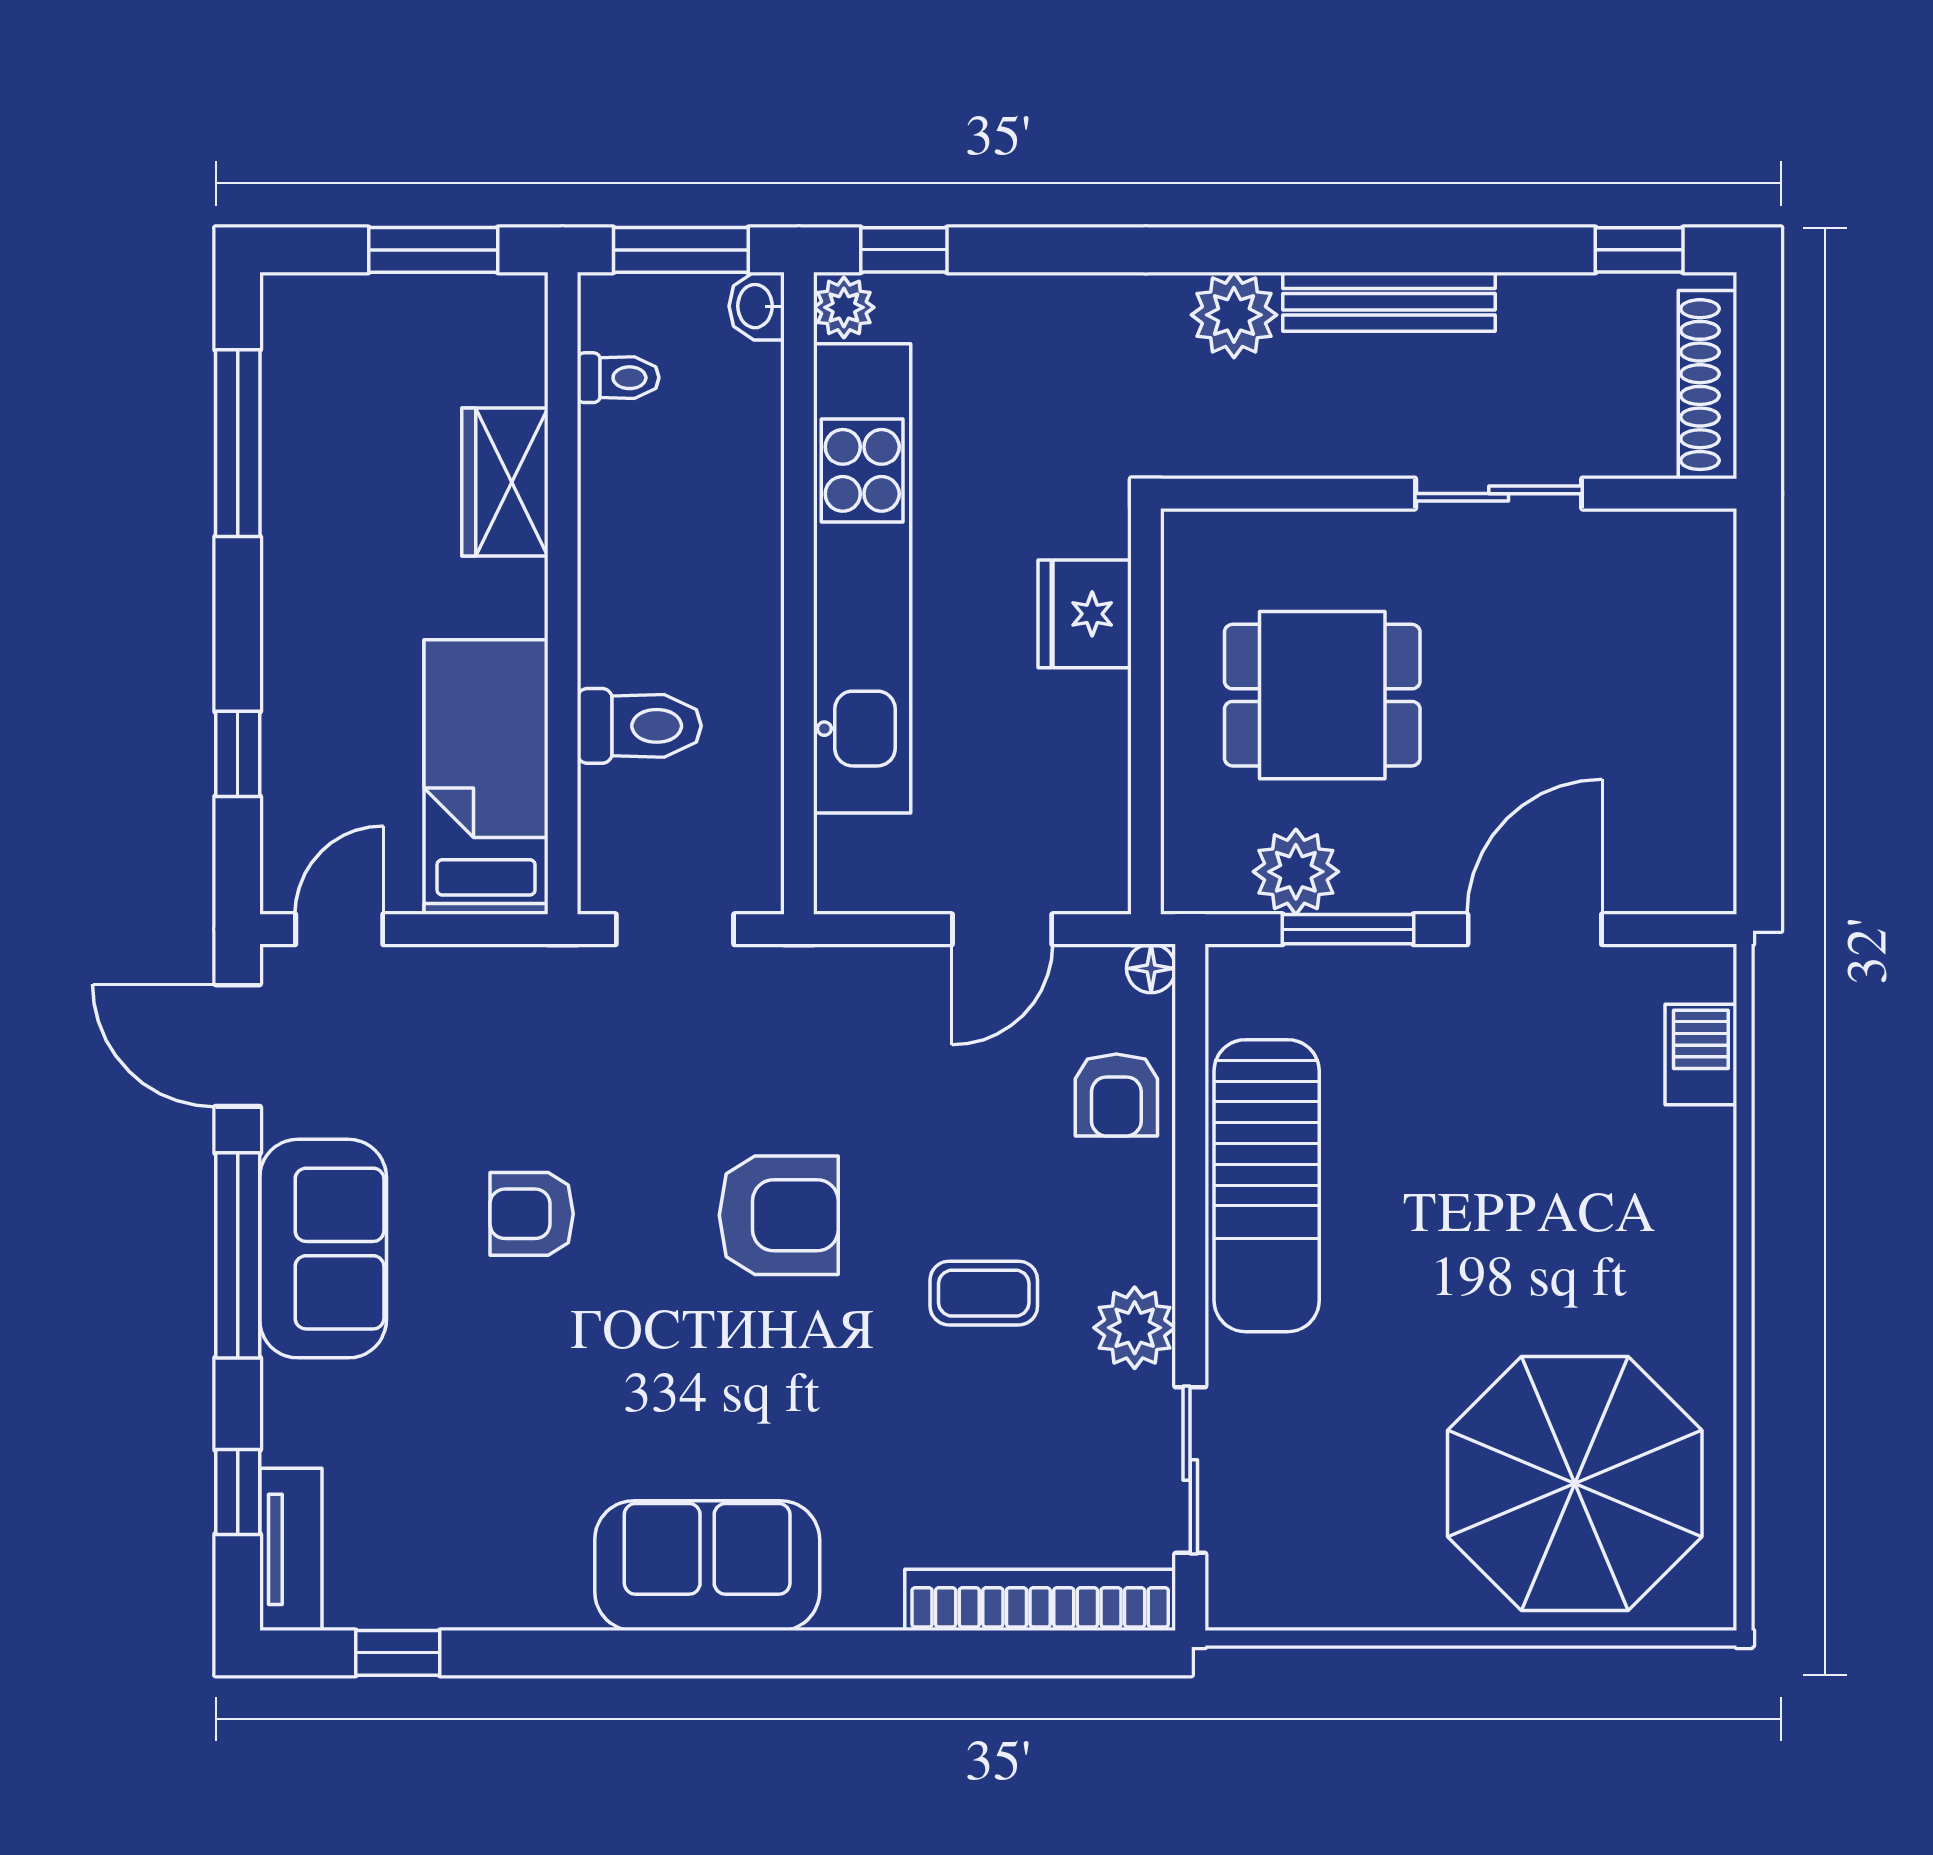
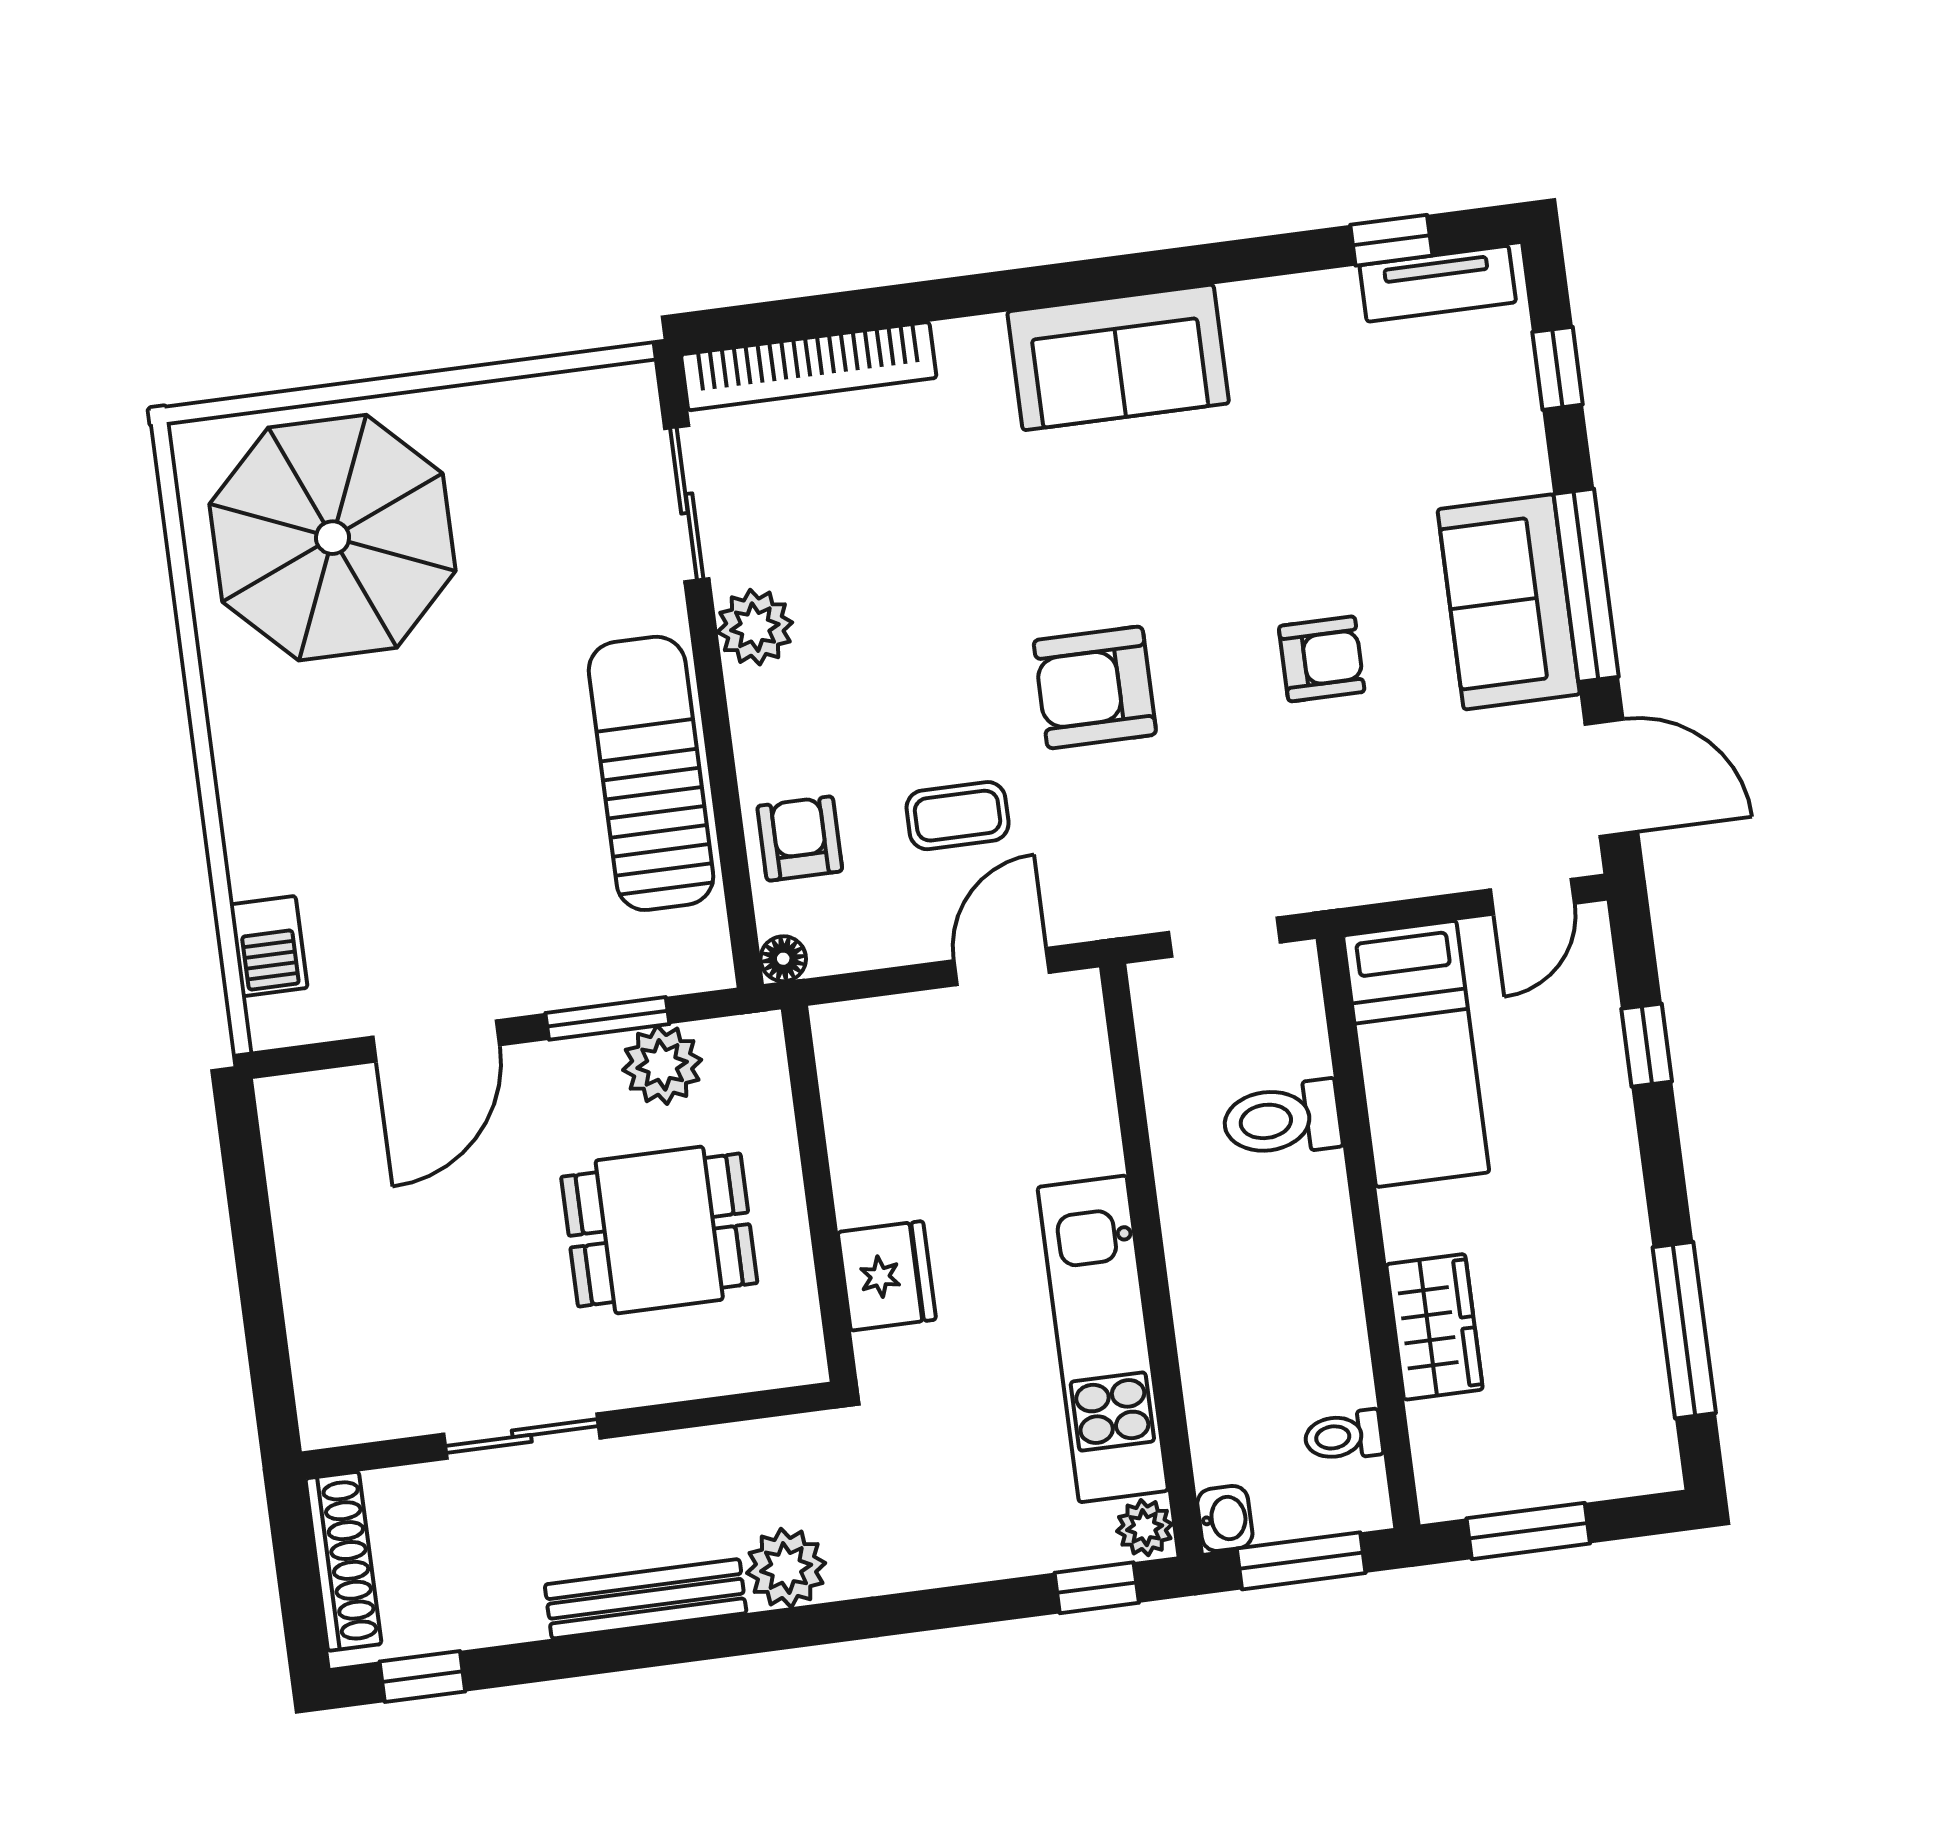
kitchen unit: (862, 578) -> (1103, 1339), width x0.73
door: (1002, 929) -> (1002, 967), moved
coffee table: (984, 1293) -> (958, 816), moved
tv unit: (291, 1549) -> (1438, 284), moved, turned -90

